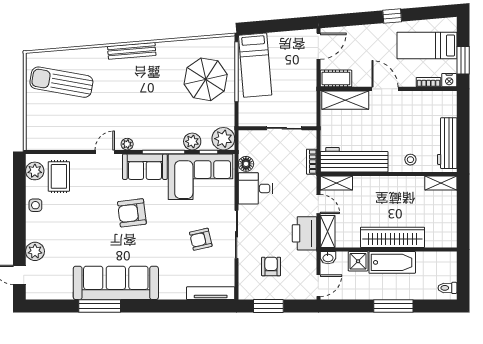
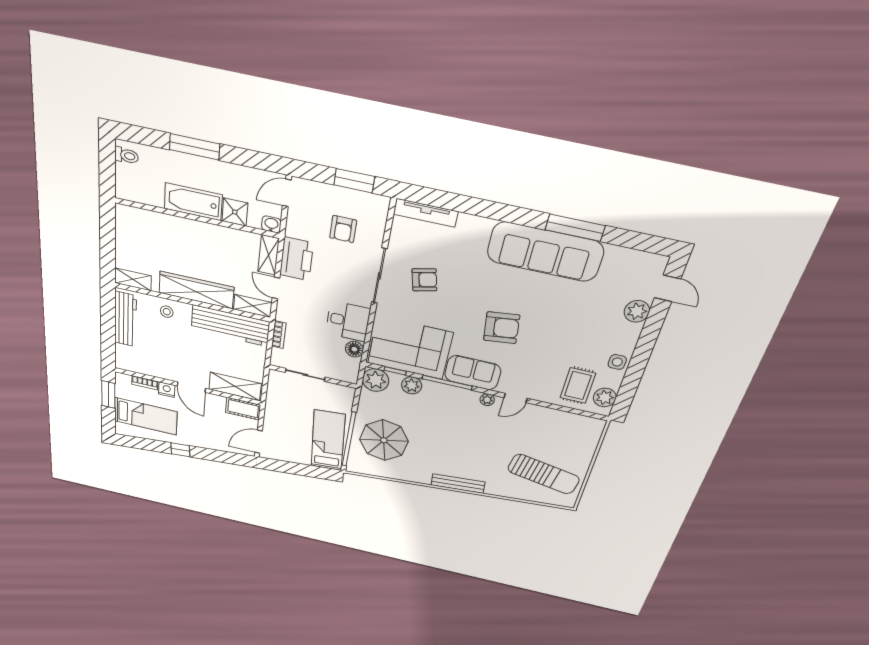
nightstand: (449, 80) -> (167, 390), moved
wardrobe: (392, 237) -> (196, 290), moved, turned 180

